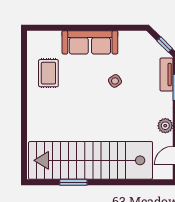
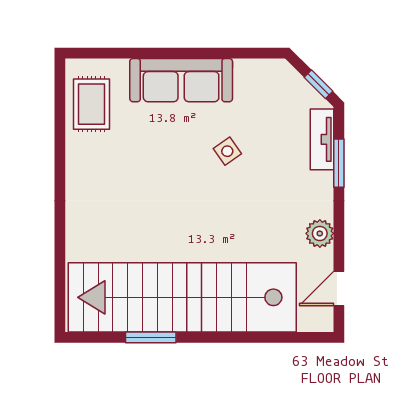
rug: (48, 73) -> (92, 104), moved

